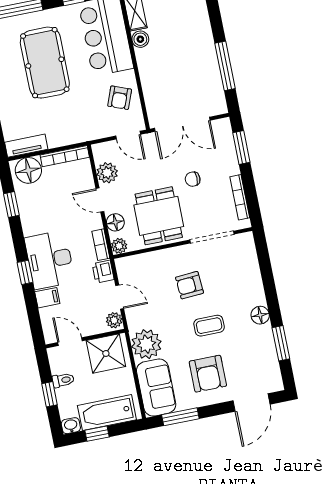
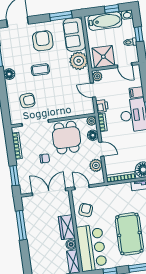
wardrobe: (149, 67) -> (67, 227), added
armchair: (190, 285) -> (27, 101), moved

